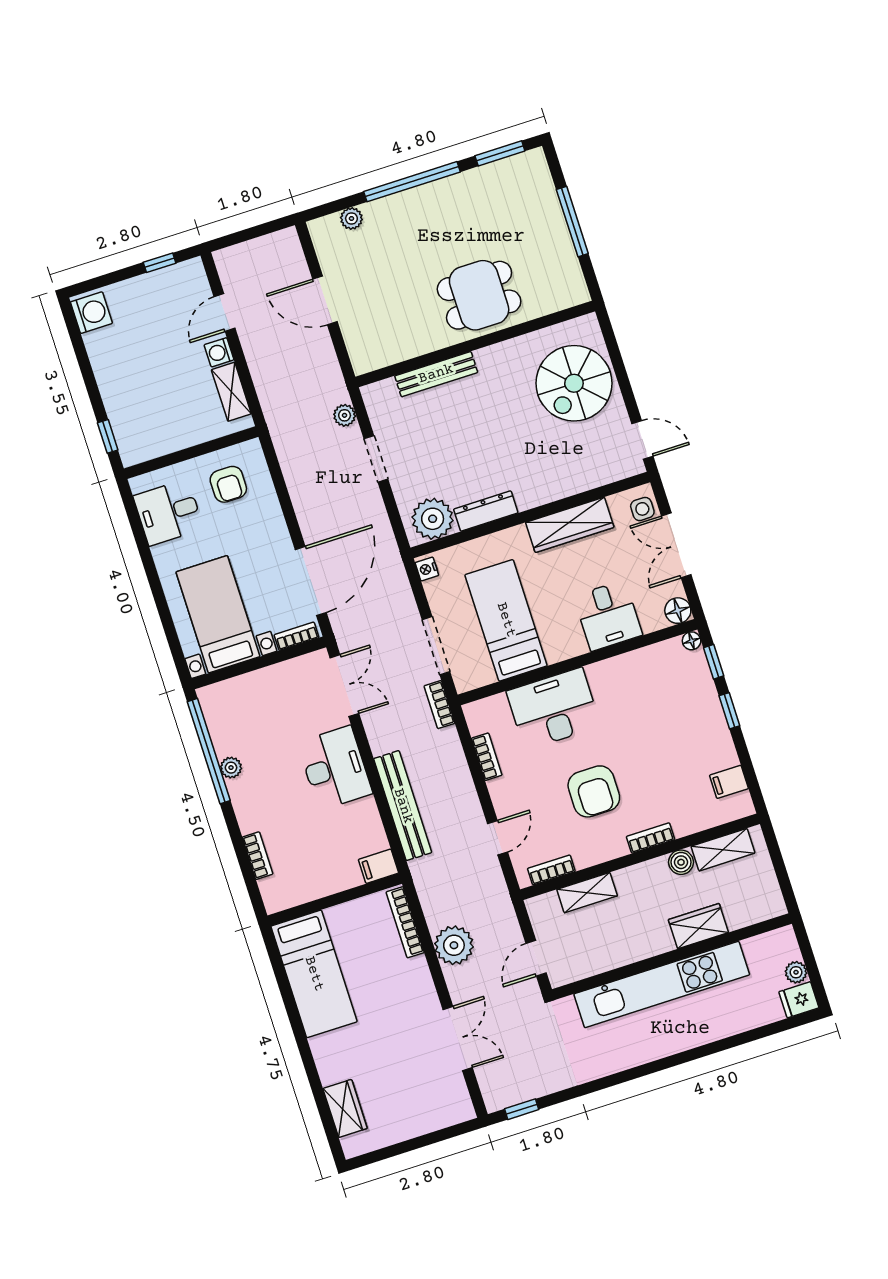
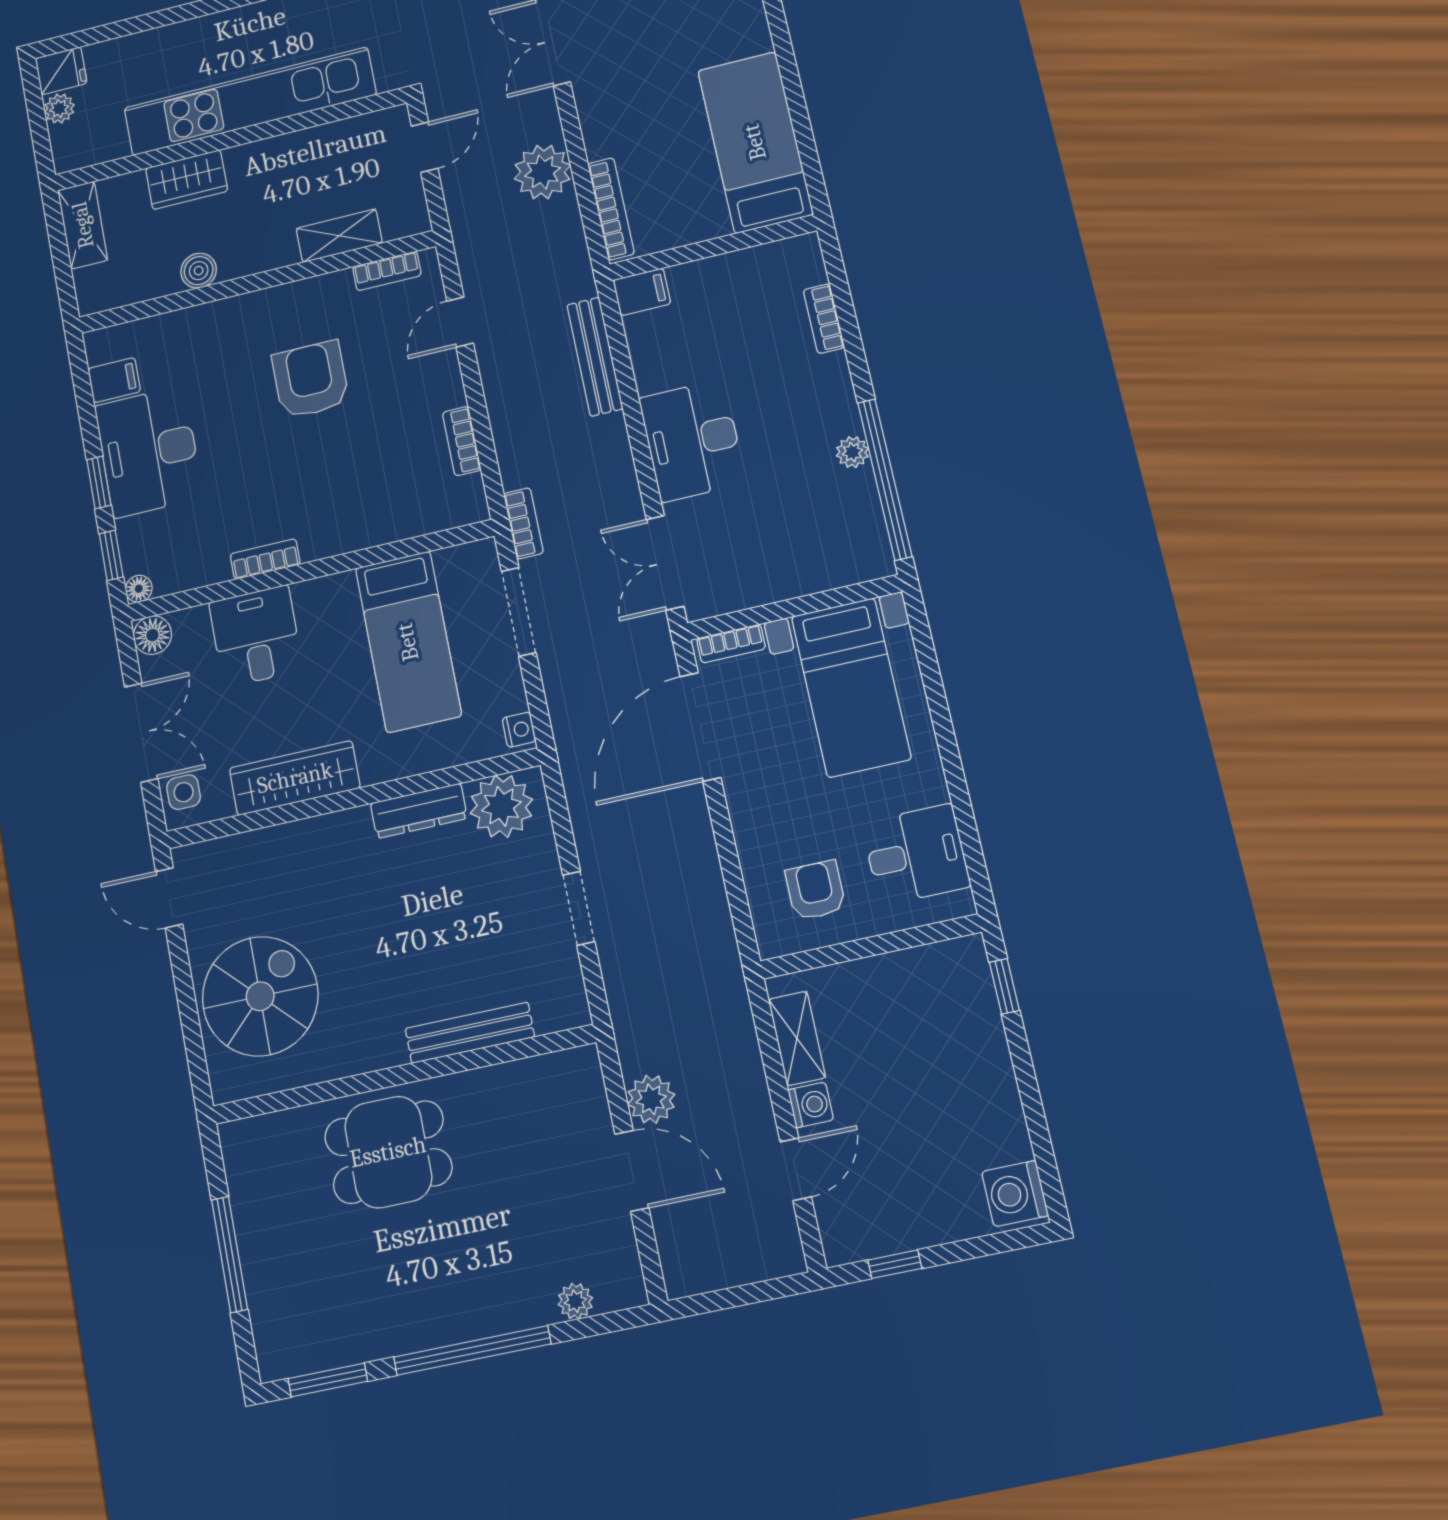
plant: (345, 415) -> (651, 1099), moved, width x1.38, depth x1.38
desk: (554, 709) -> (149, 452), moved, turned 90
bench: (403, 806) -> (595, 357), width x0.73, depth x0.82
bookcase: (651, 838) -> (265, 559), moved, turned 180
shelving: (723, 850) -> (83, 225), moved, turned 90

